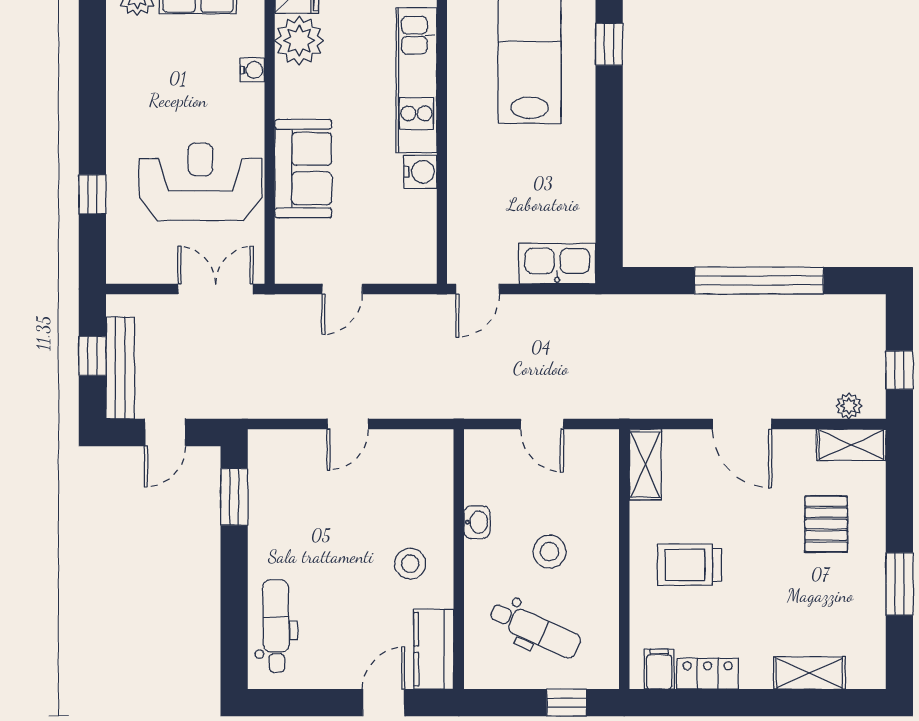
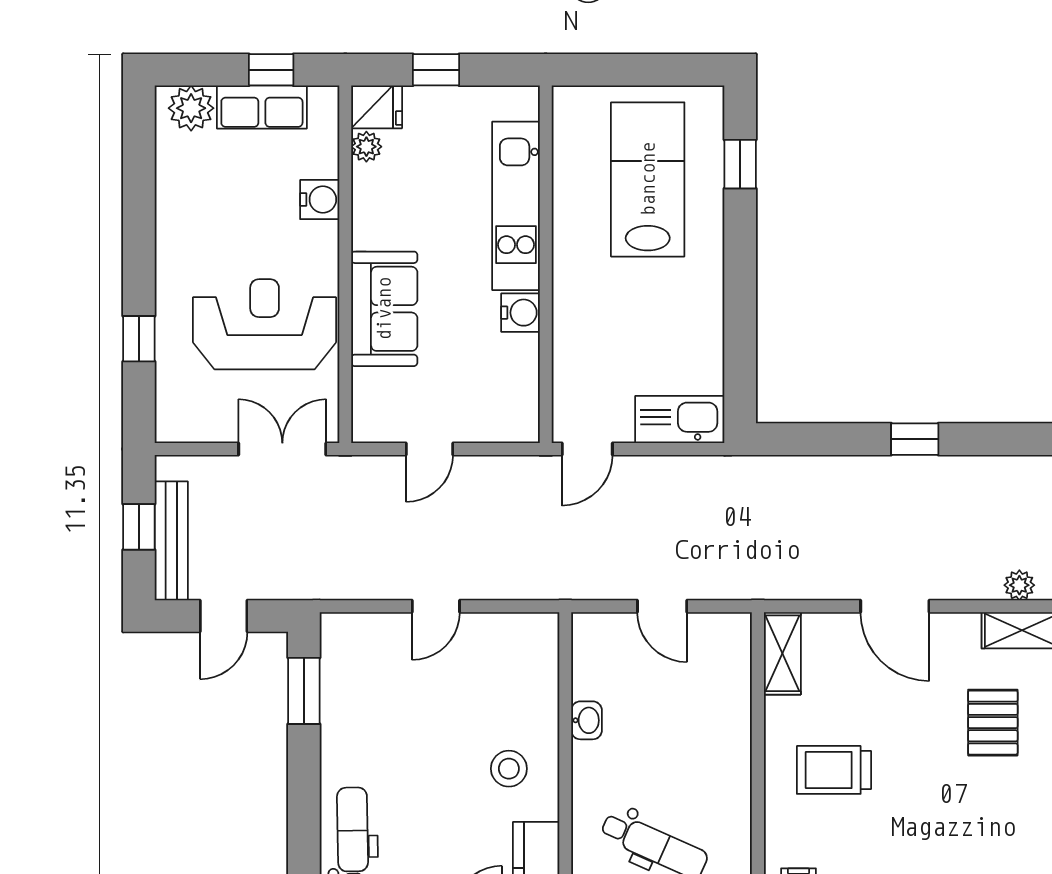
plant: (299, 41) -> (366, 147), width x0.53, depth x0.53
water cooler: (252, 70) -> (320, 200), width x1.38, depth x1.38
window: (759, 281) -> (915, 439), width x0.32
stool: (549, 552) -> (671, 755), removed

